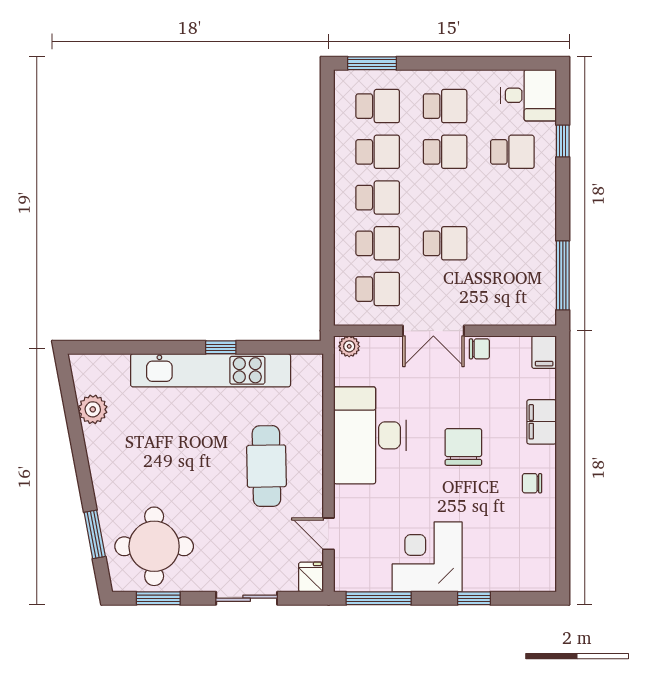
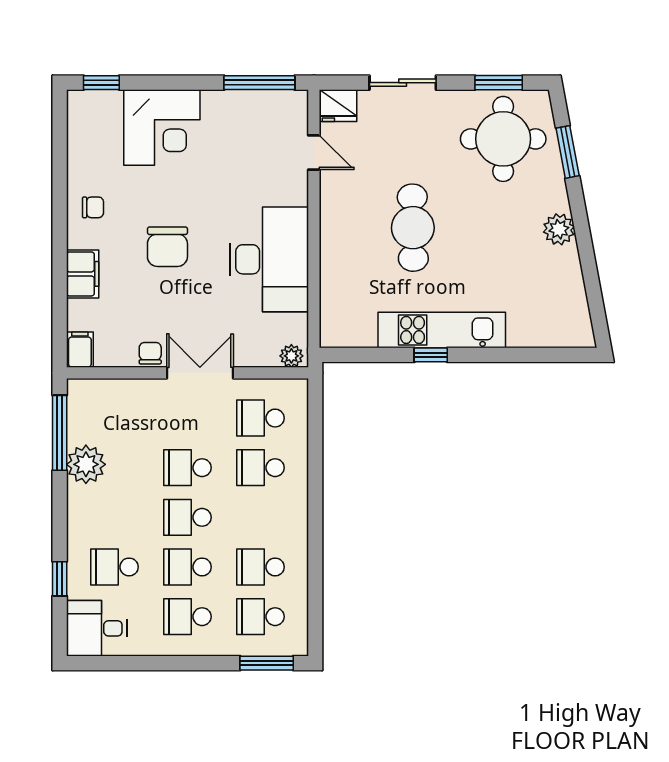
school desk: (378, 198) -> (187, 517), moved
plant: (539, 246) -> (86, 464), added
chair: (479, 349) -> (150, 353), turned 90
kitchen unit: (211, 370) -> (442, 330), width x0.73
plant: (93, 409) -> (559, 229), moved
cafe table: (266, 466) -> (413, 228), moved
corner desk: (427, 557) -> (162, 127), moved
fridge: (311, 577) -> (338, 106), width x1.38
window: (474, 598) -> (101, 83), moved

